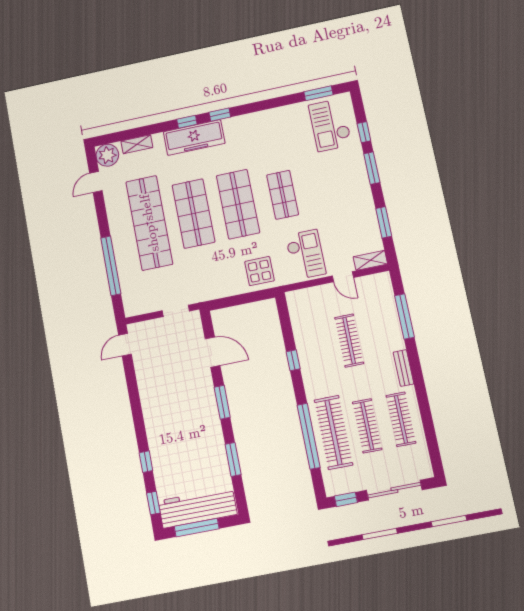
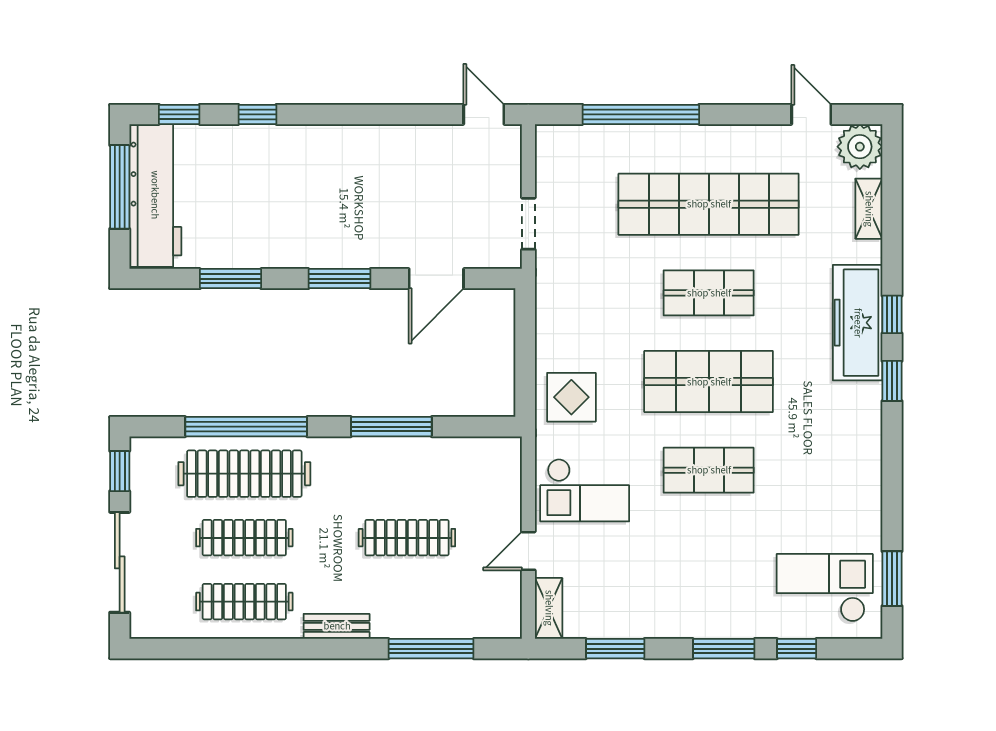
shop shelf: (193, 214) -> (709, 293), width x0.70, depth x0.74
window: (293, 360) -> (391, 427), width x2.17

